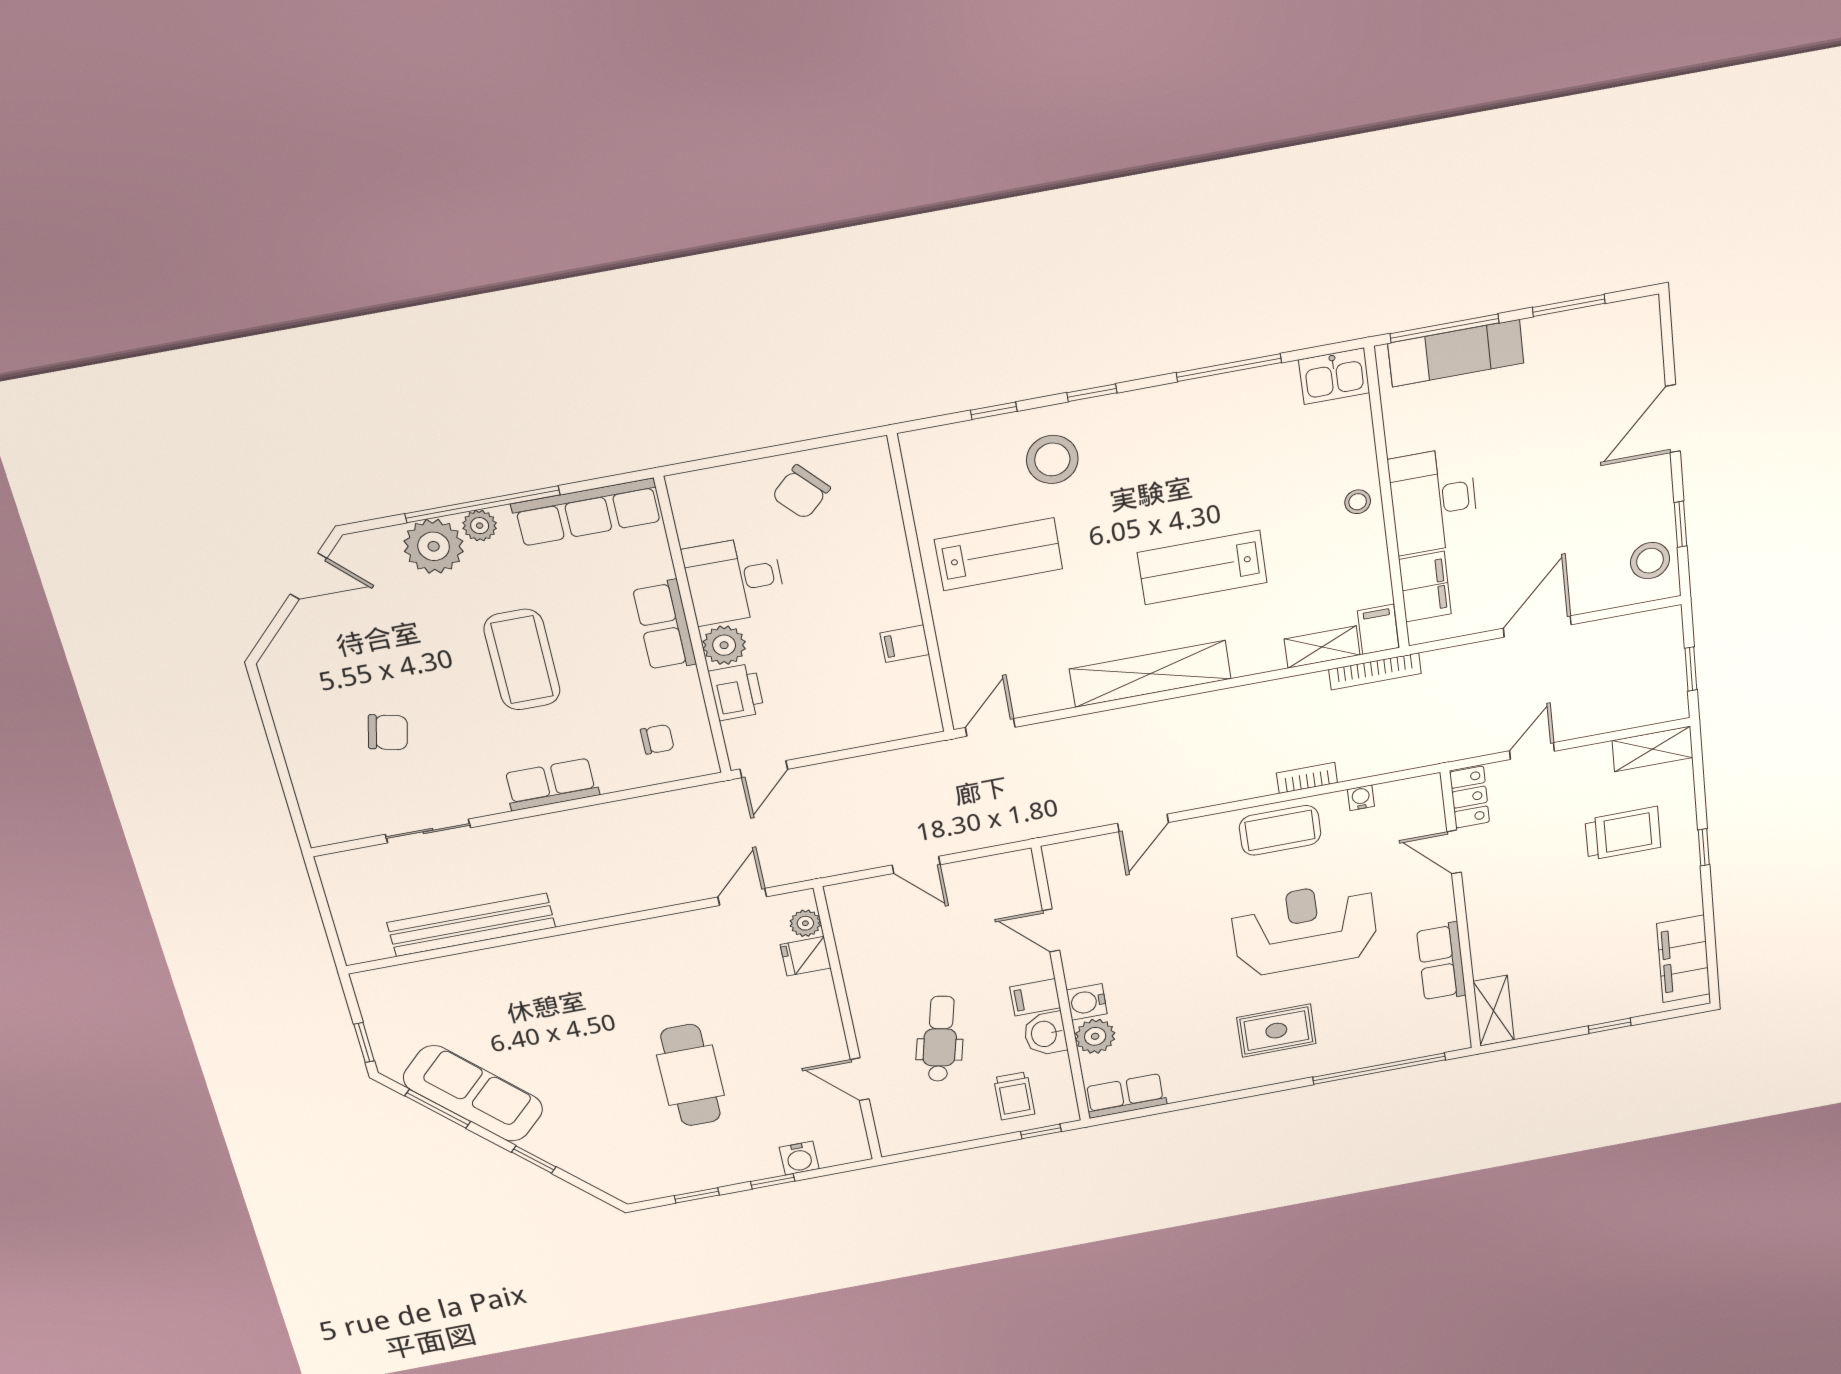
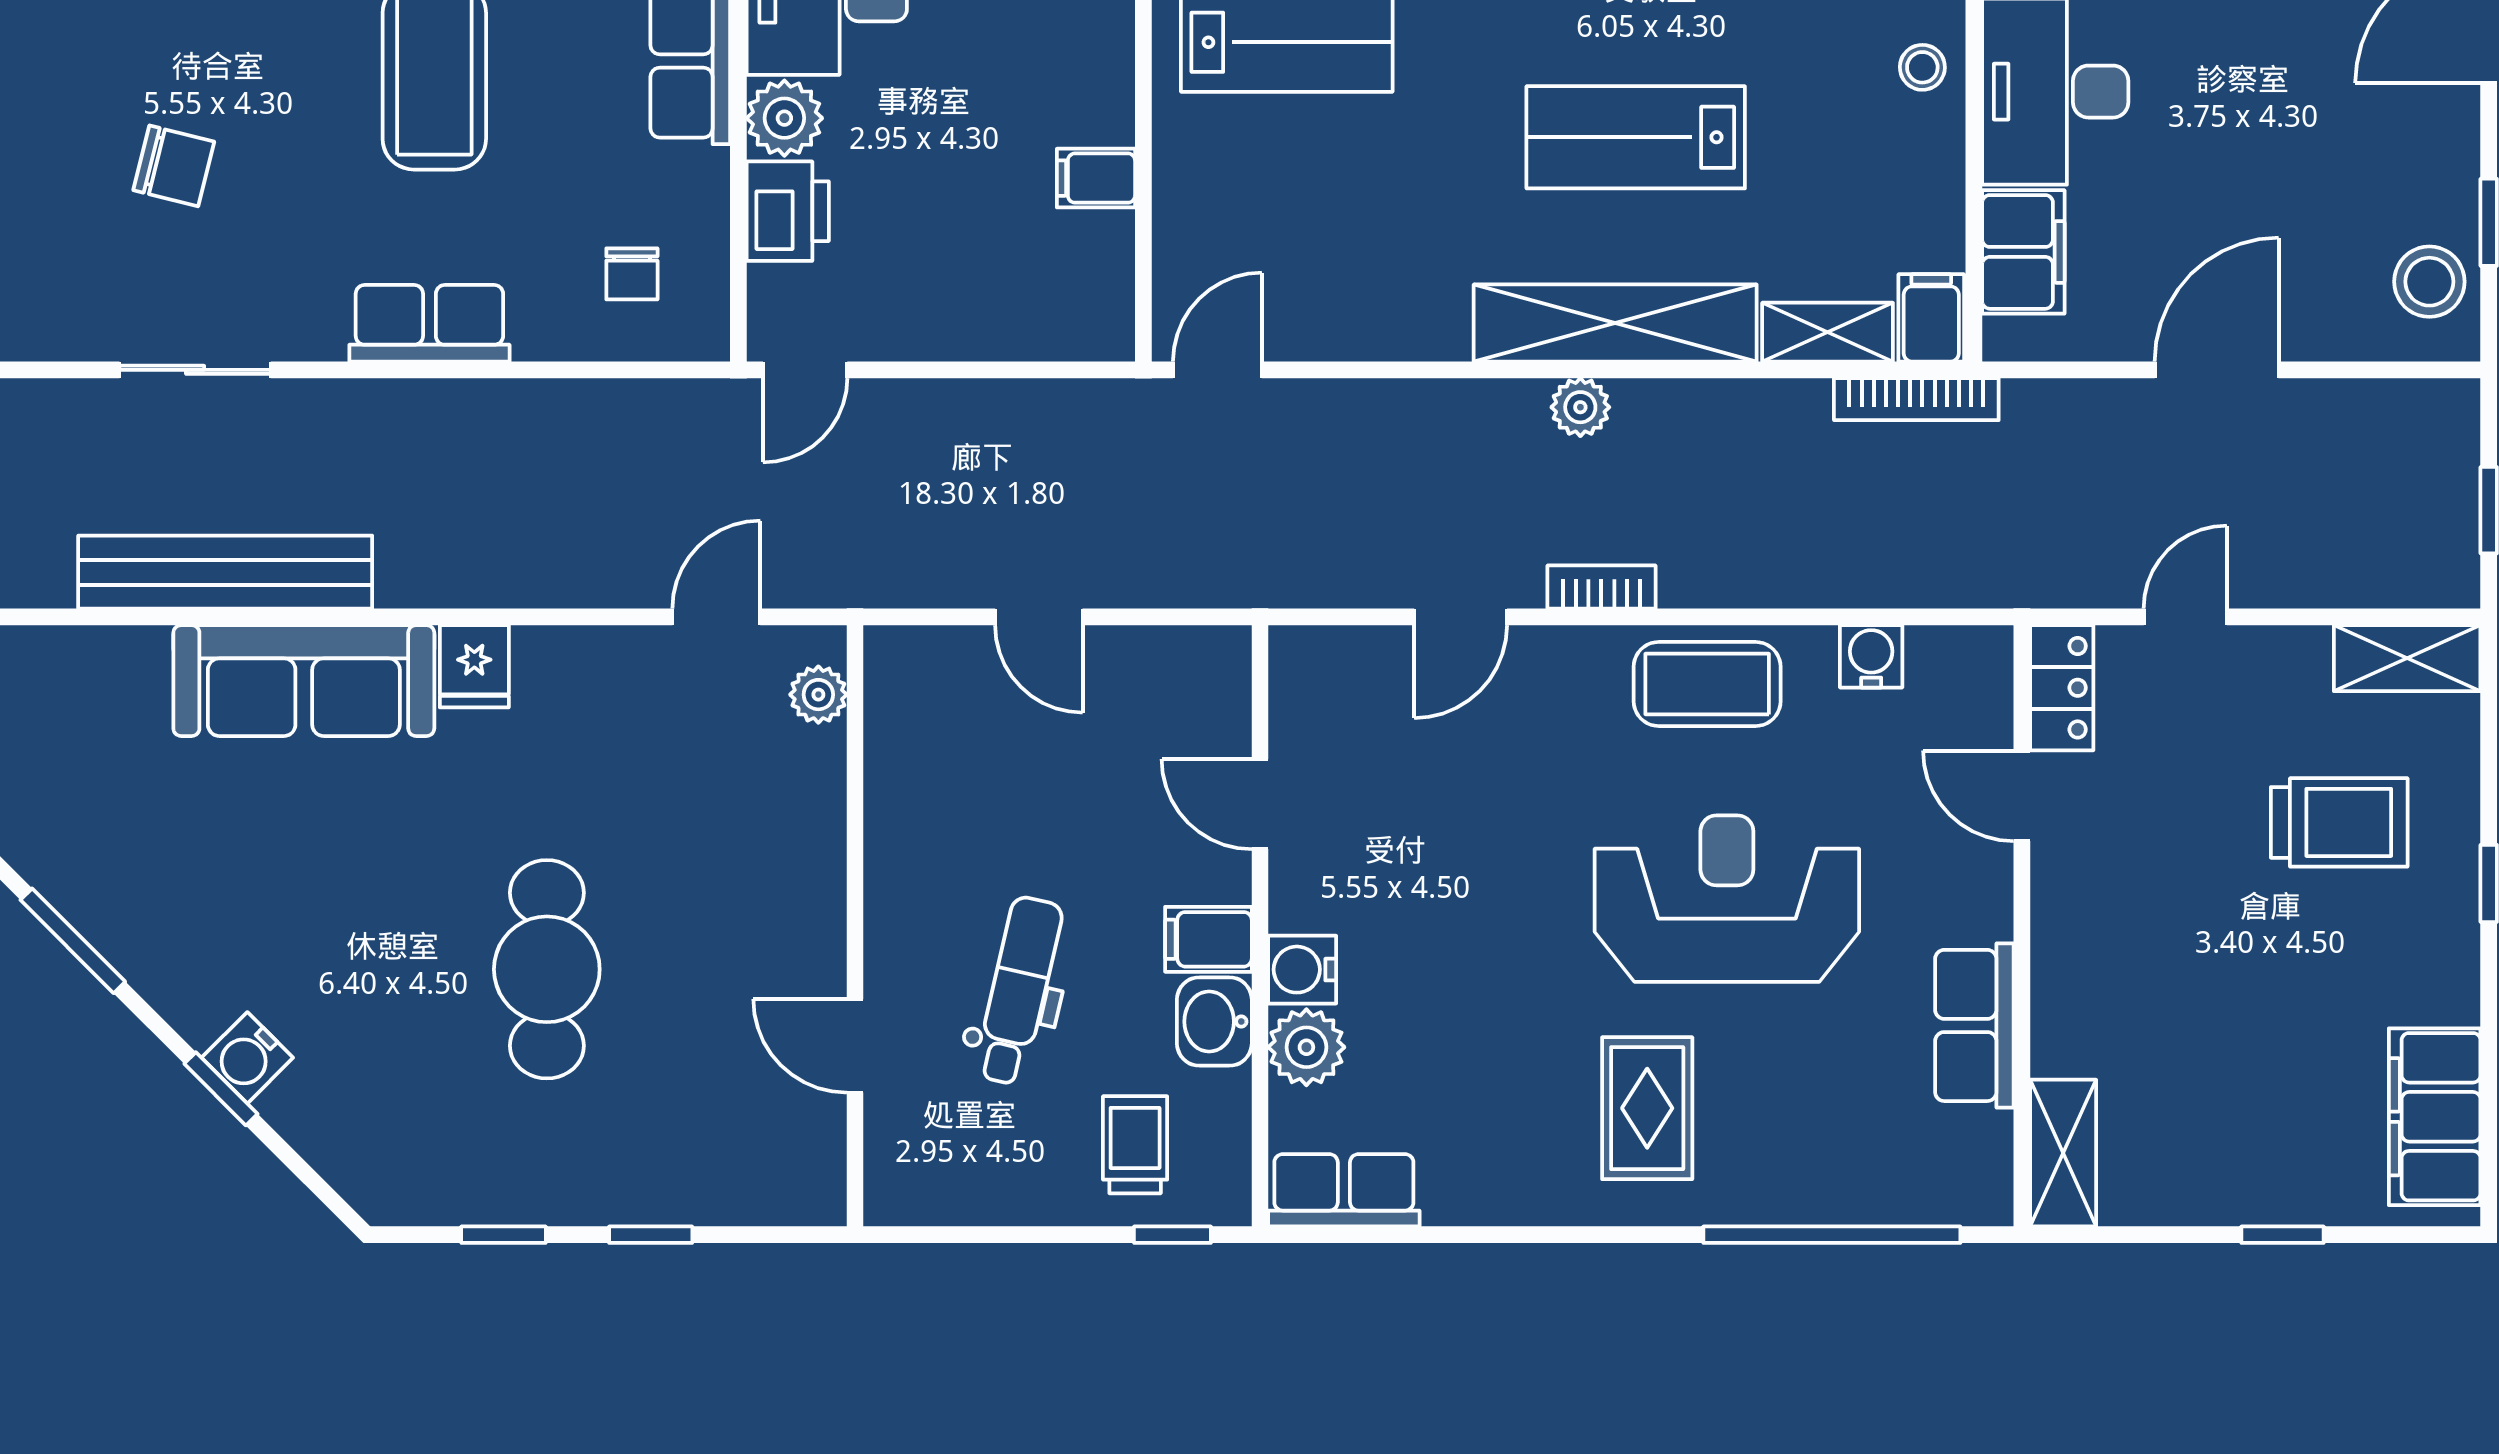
shelving: (1150, 674) -> (1615, 323), moved
plant: (1192, 709) -> (1580, 407), added
chair: (657, 739) -> (632, 274), turned 90
bookcase: (1307, 778) -> (1601, 587), moved
water cooler: (1361, 798) -> (1871, 656), width x1.38, depth x1.38
fridge: (806, 956) -> (474, 666), moved, turned -90
rug: (1276, 1031) -> (1647, 1108), turned 90
sofa: (473, 1094) -> (304, 681), moved, turned 135
trolley: (1014, 1096) -> (1135, 1145), turned 180
water cooler: (799, 1158) -> (247, 1058), moved, turned 45

